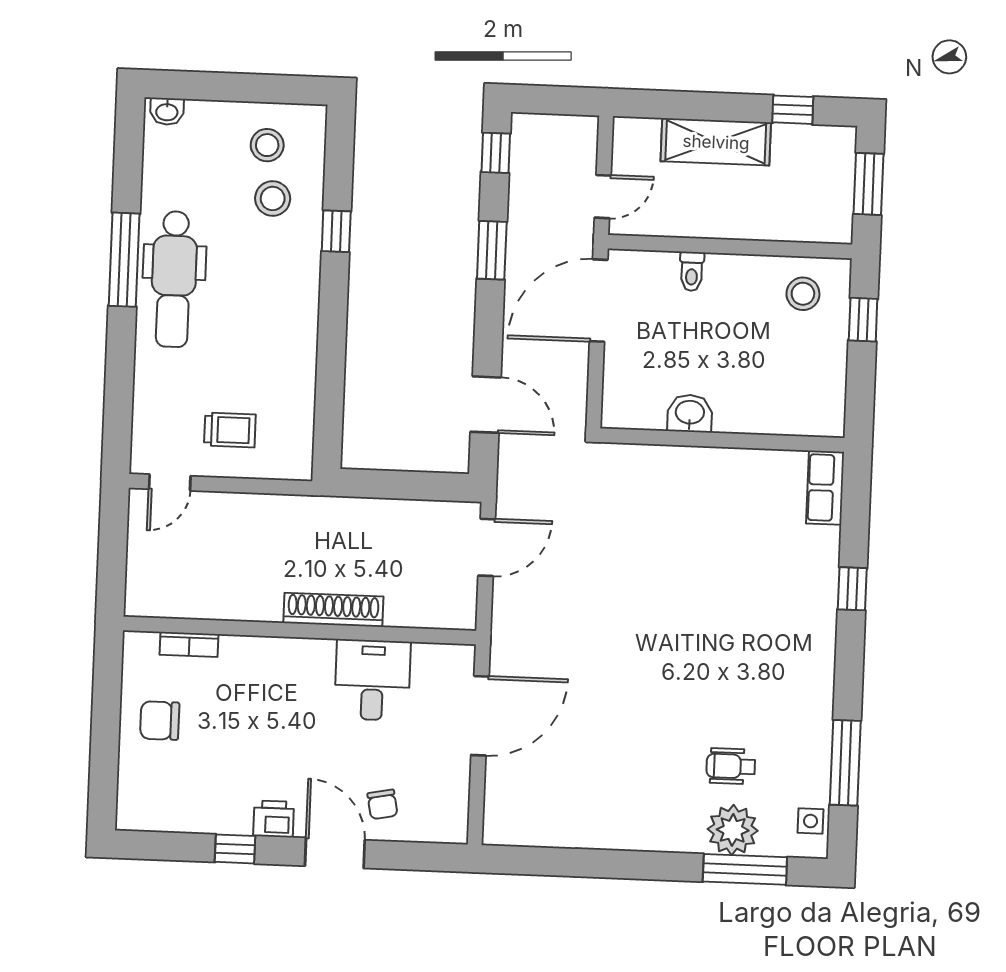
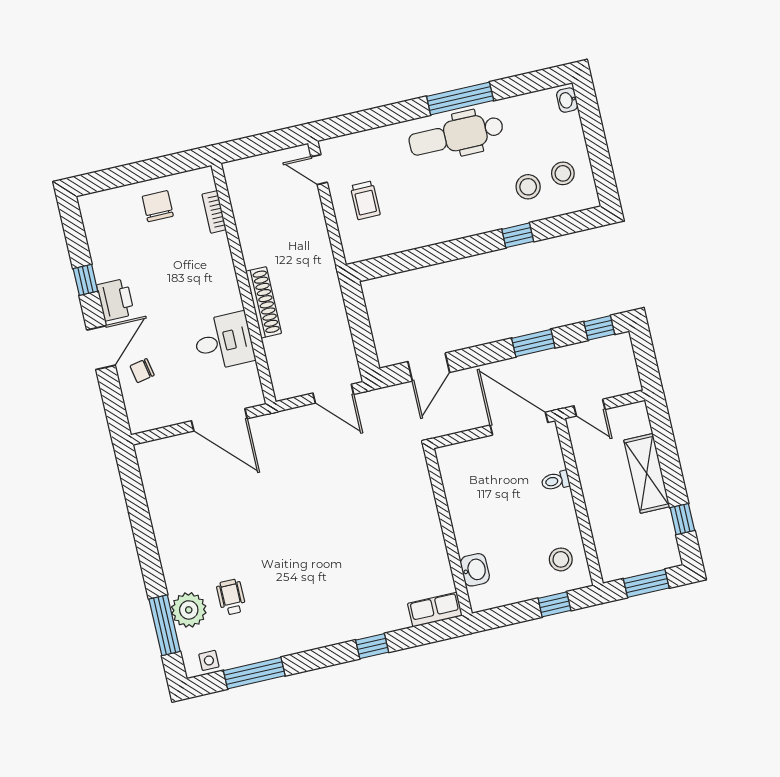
washbasin: (690, 413) -> (475, 570), moved
printer: (274, 819) -> (116, 300), width x1.36, depth x1.24

